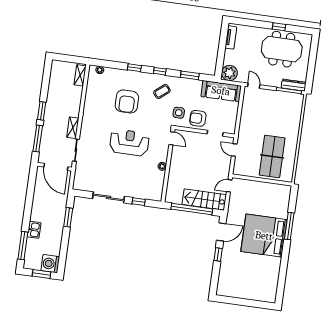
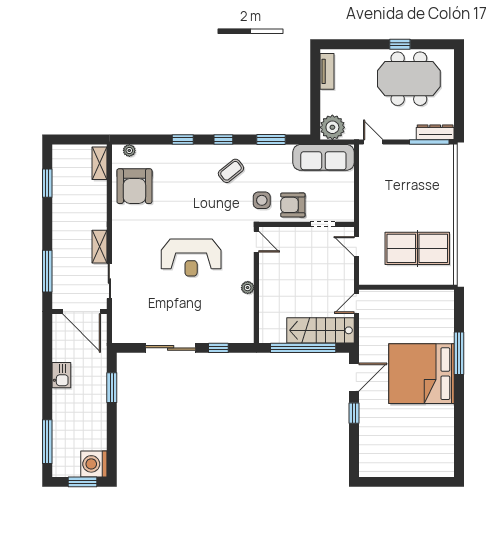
armchair: (127, 101) -> (134, 186), moved
window: (42, 111) -> (47, 183), moved
reception desk: (129, 143) -> (191, 258), turned 180
table tennis table: (272, 156) -> (417, 248), turned 90
kitchen sink: (34, 230) -> (61, 375), moved

